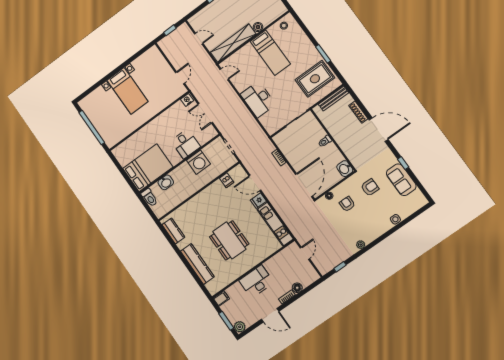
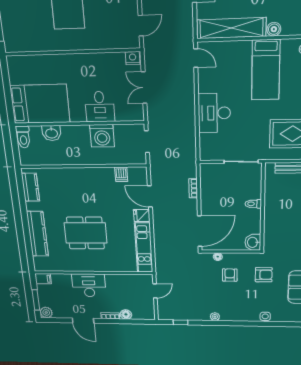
dining table: (229, 240) -> (85, 233), turned 90

